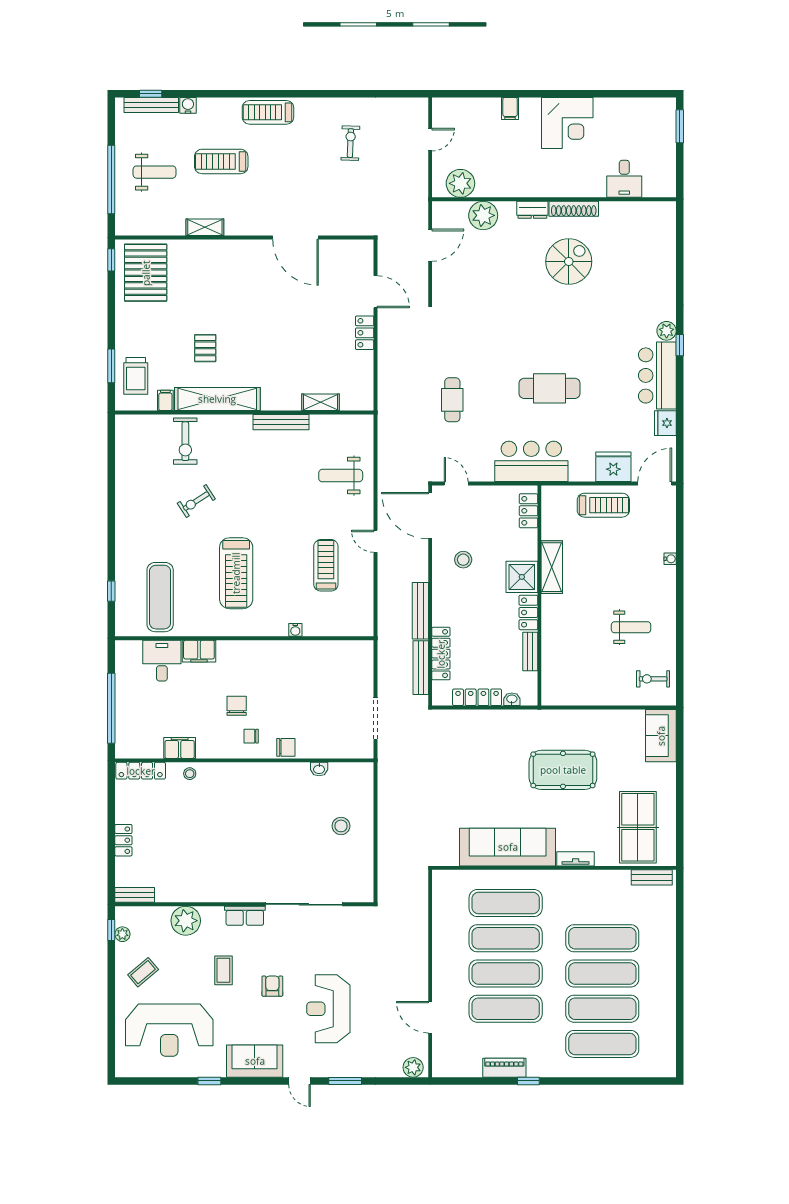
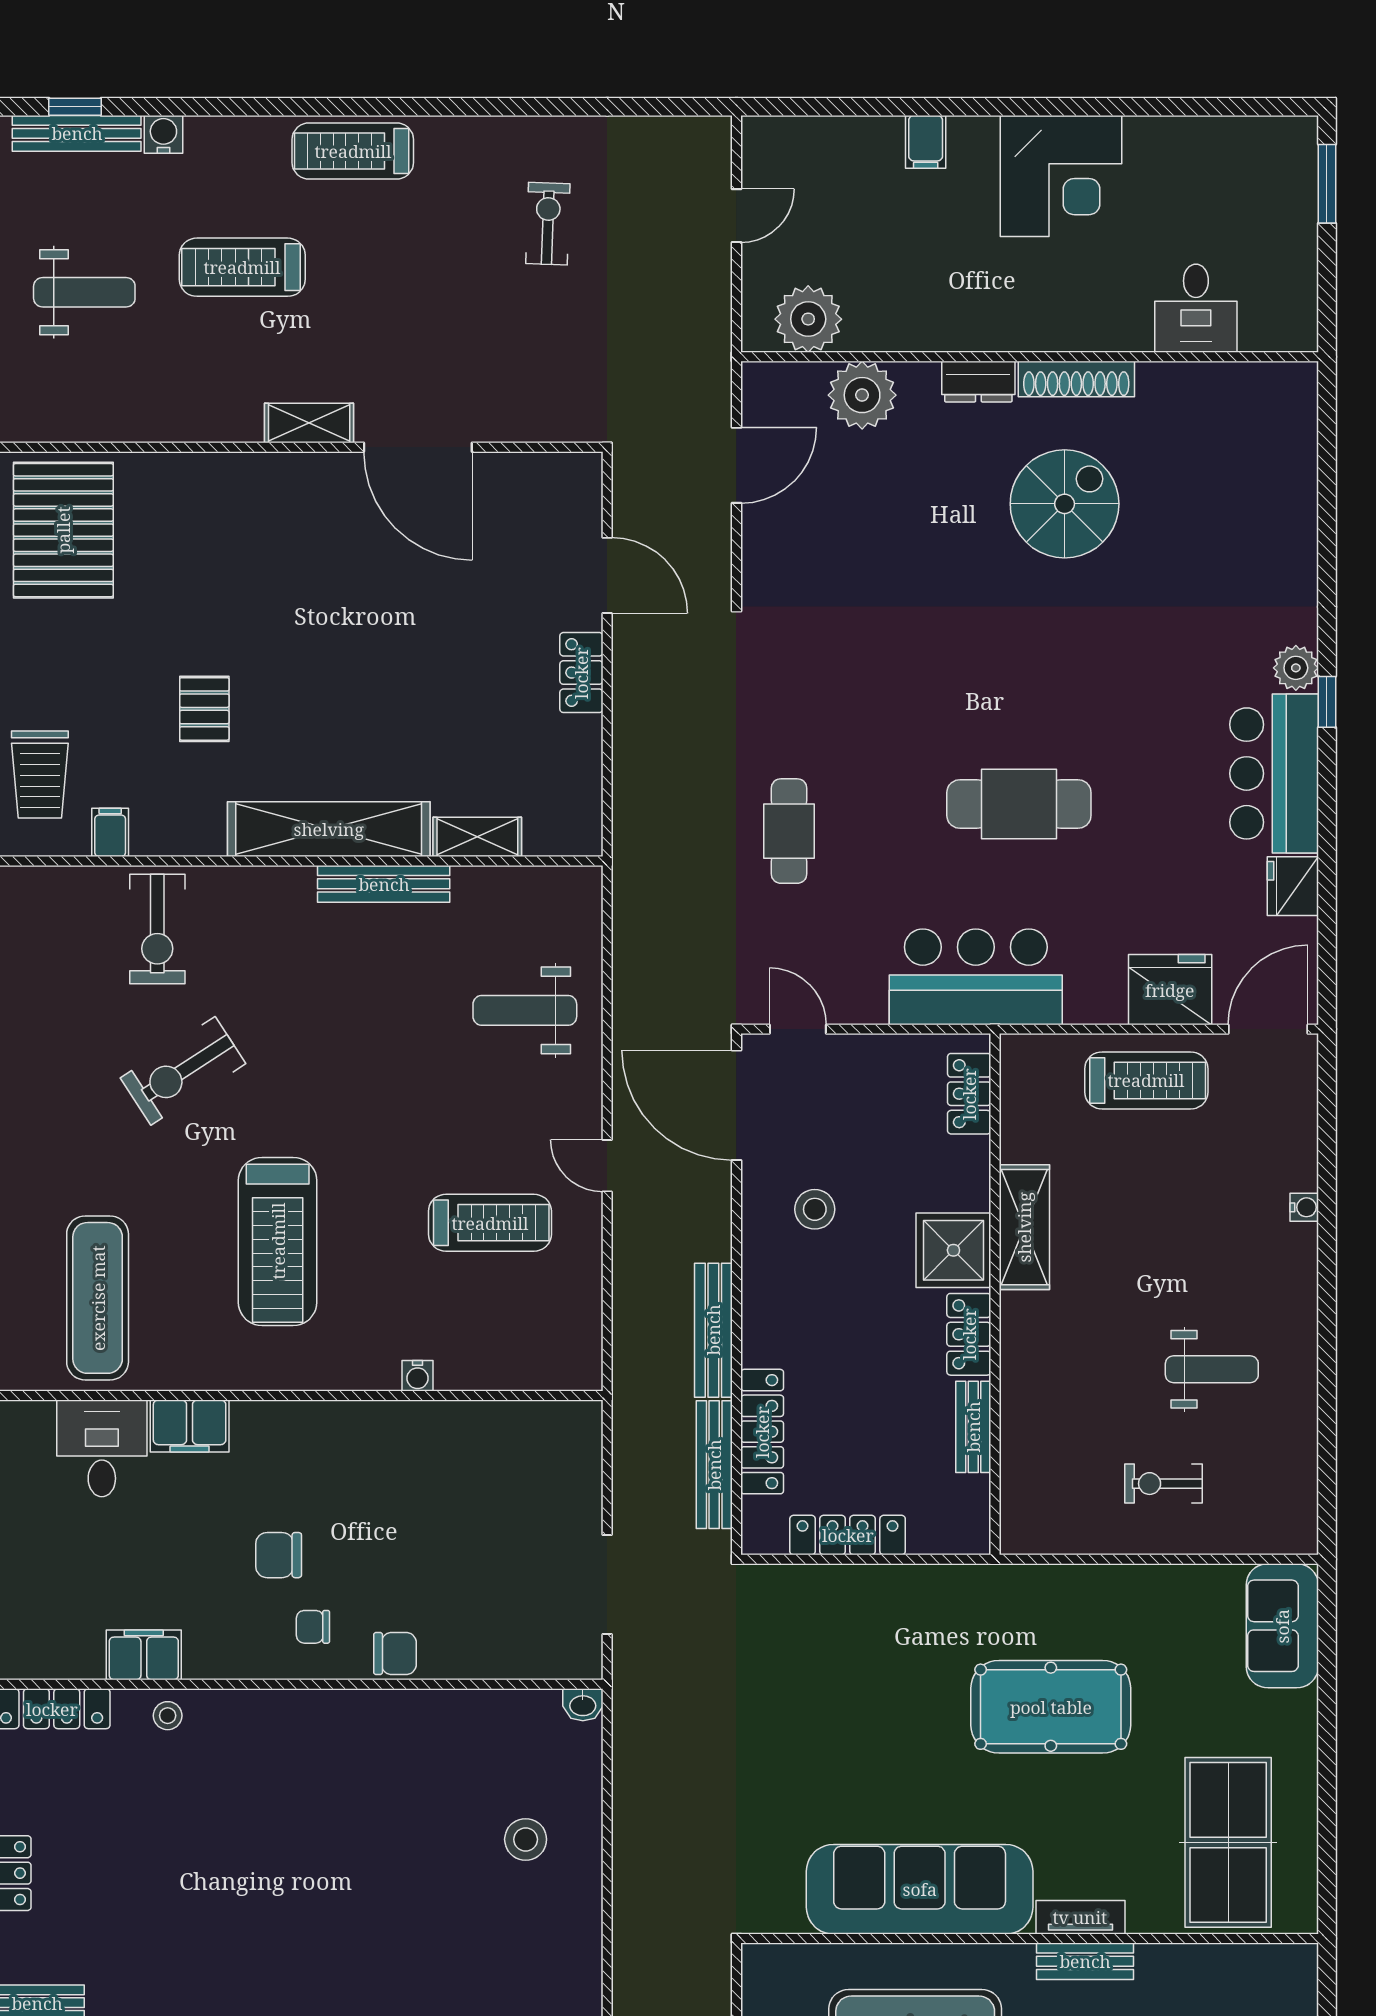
shelving: (205, 227) -> (309, 423), moved
shelving: (217, 399) -> (329, 829), moved
exercise bike: (196, 501) -> (183, 1071), width x1.38, depth x1.39
treadmill: (326, 565) -> (490, 1223), turned 90
exercise bike: (653, 679) -> (1163, 1484), moved
washbasin: (512, 699) -> (930, 1540), removed
chair: (237, 706) -> (279, 1555), turned -90
washbasin: (319, 769) -> (583, 1705), moved
bench: (652, 877) -> (1085, 1961), moved

